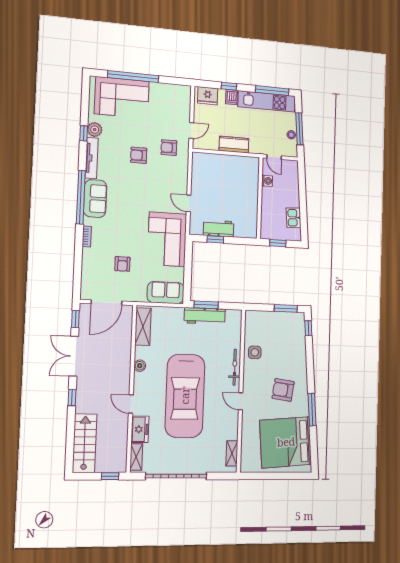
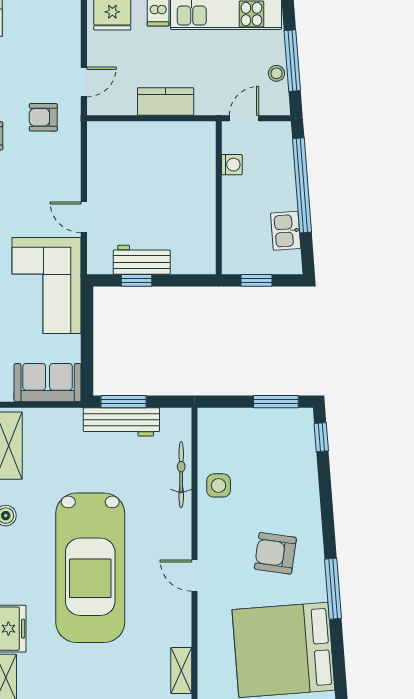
door: (274, 157) -> (244, 118), swing flipped
window: (302, 194) -> (302, 185), added
bicycle: (235, 367) -> (181, 475), moved

